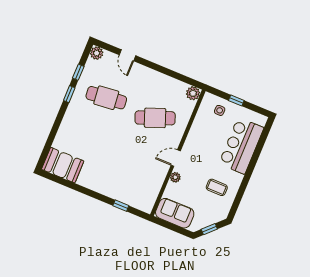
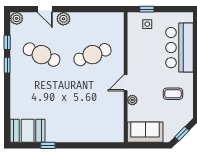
plant: (193, 93) -> (63, 19), moved
cafe table: (106, 98) -> (42, 55), turned 30
window: (236, 100) -> (147, 9), moved
window: (121, 206) -> (48, 145), moved

